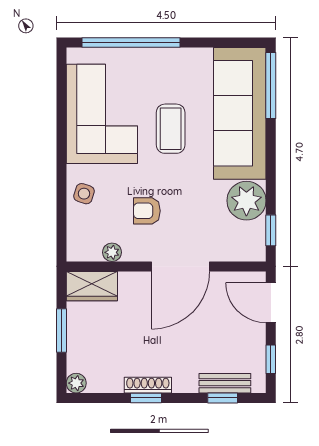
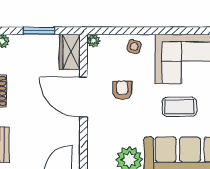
plant: (112, 252) -> (93, 41), moved
door: (180, 266) -> (83, 97), moved

